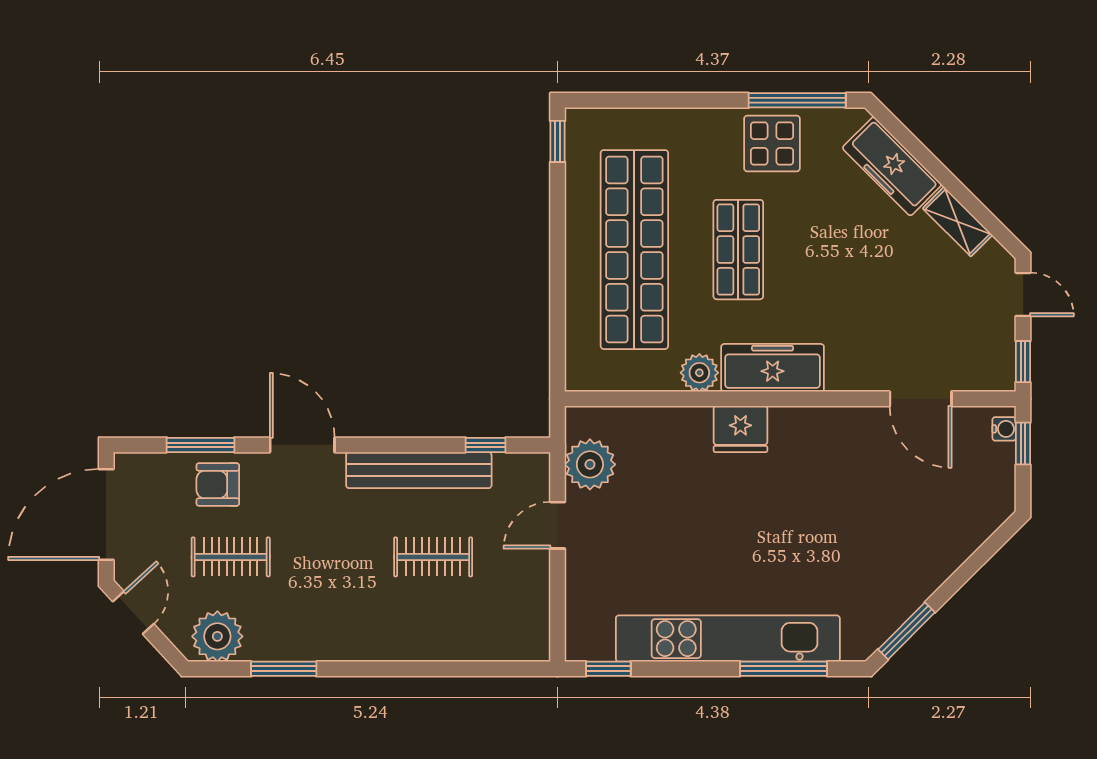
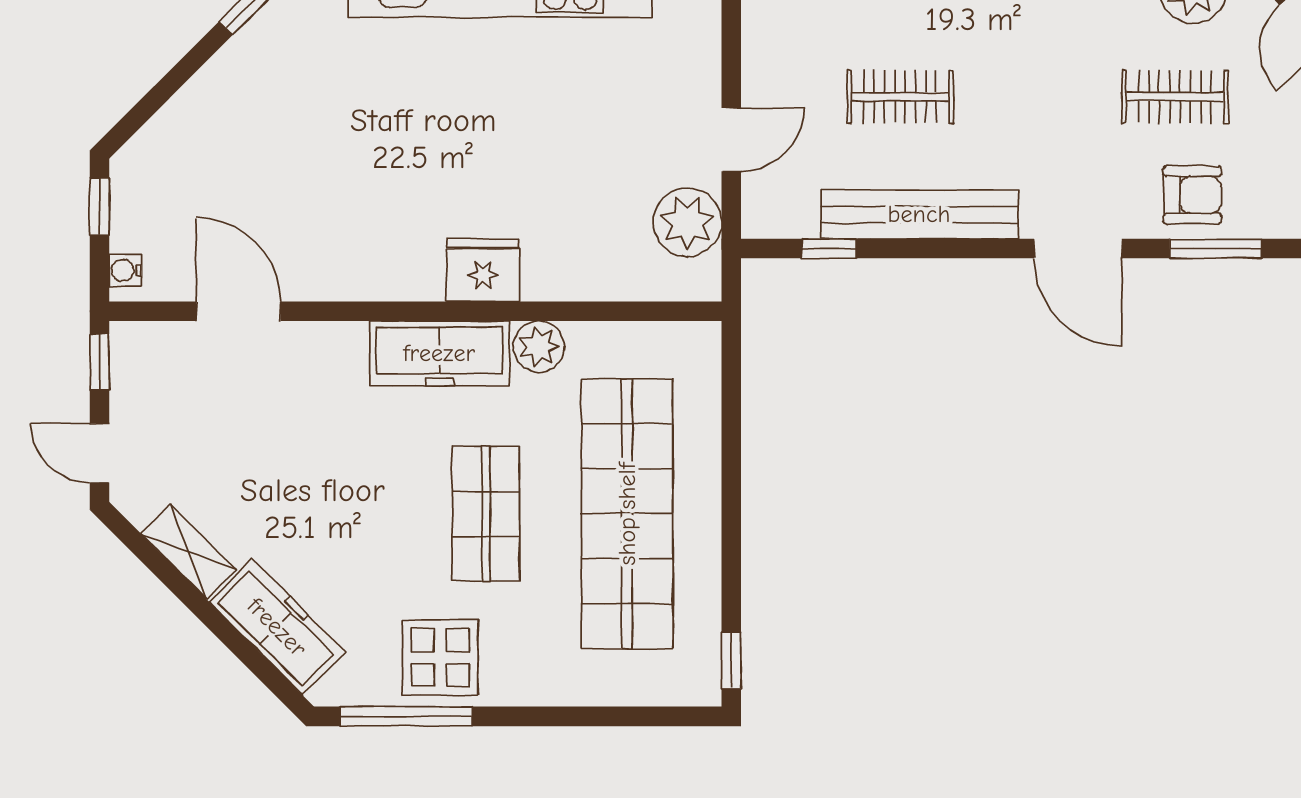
window: (1023, 444) -> (100, 206), moved

